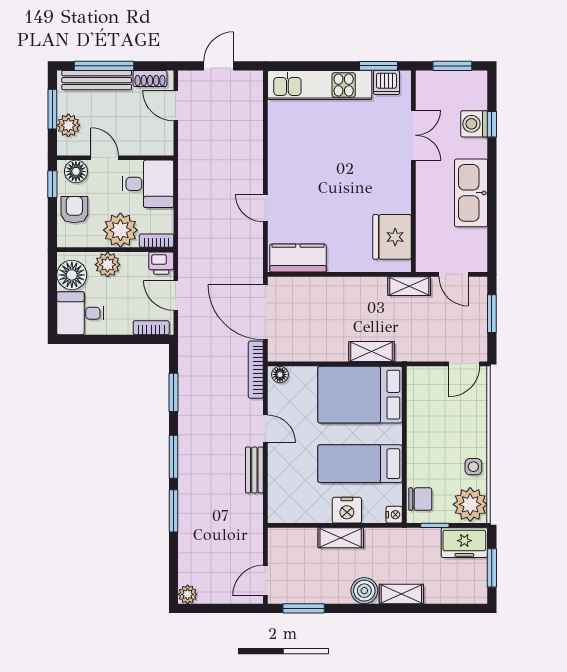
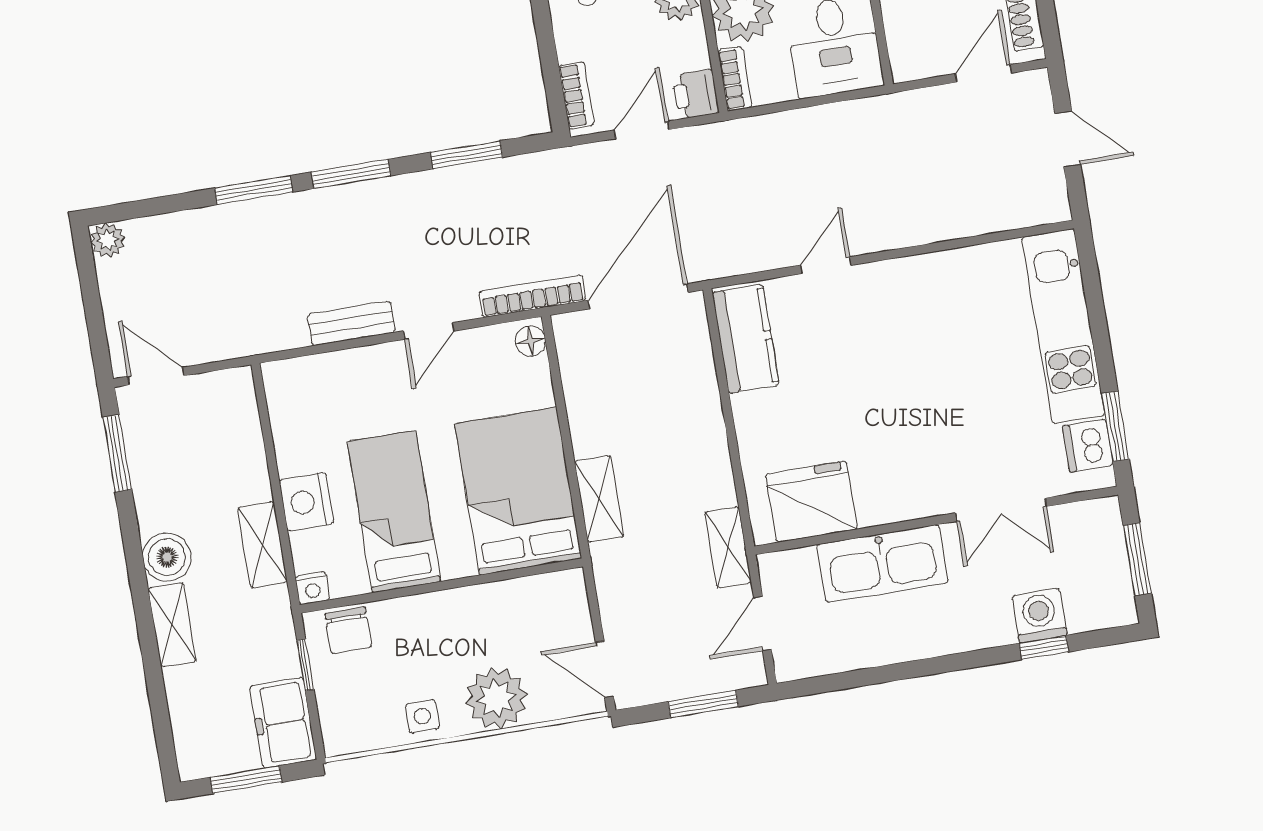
kitchen sink: (471, 193) -> (882, 564), moved, turned 180
plant: (470, 504) -> (496, 698), moved
shelving: (341, 538) -> (263, 545), moved

